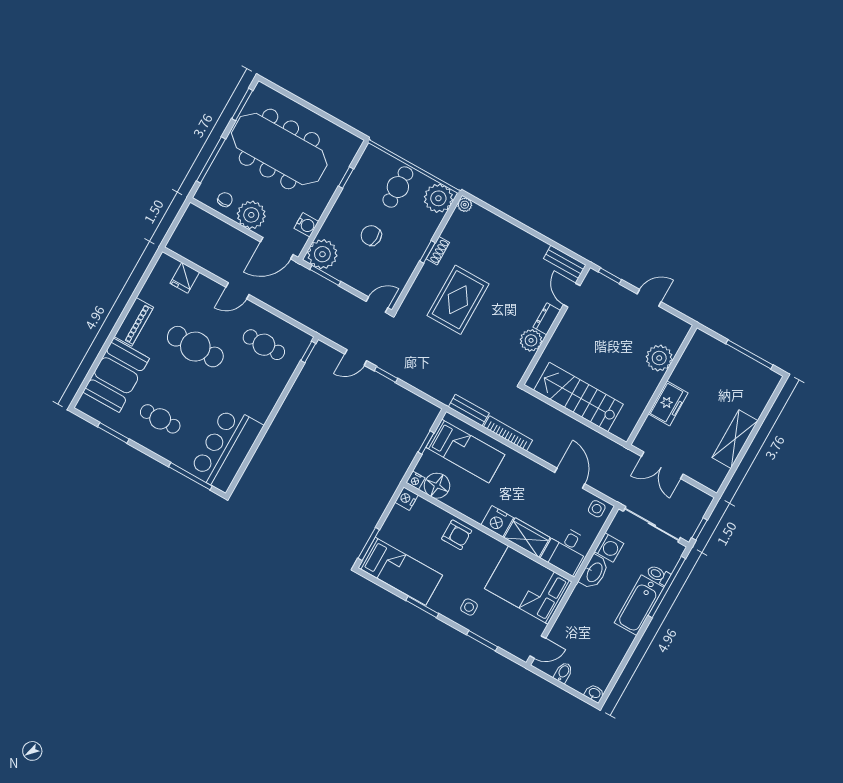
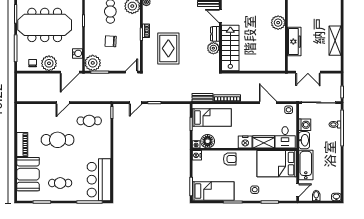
fridge: (185, 278) -> (34, 110), removed
stairs: (578, 397) -> (230, 48), moved, turned 90
freezer: (668, 403) -> (294, 42), width x1.40
bathtub: (639, 605) -> (306, 165), moved, turned 180

